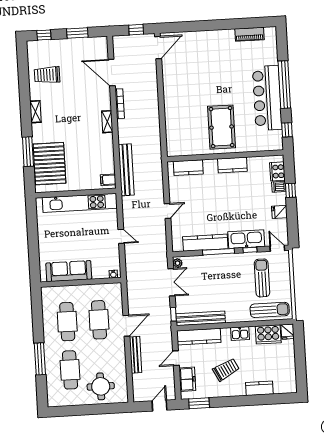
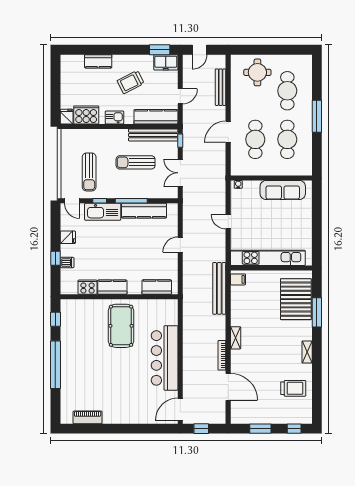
bar counter: (267, 98) -> (165, 358), moved, turned 180
cooker: (277, 171) -> (87, 287), moved, turned -90
plant: (178, 263) -> (173, 192), removed
sun lounger: (270, 310) -> (136, 162), moved
bench: (136, 355) -> (221, 87), moved
window: (40, 359) -> (317, 116), moved
freezer: (187, 379) -> (166, 62), moved, turned -90

